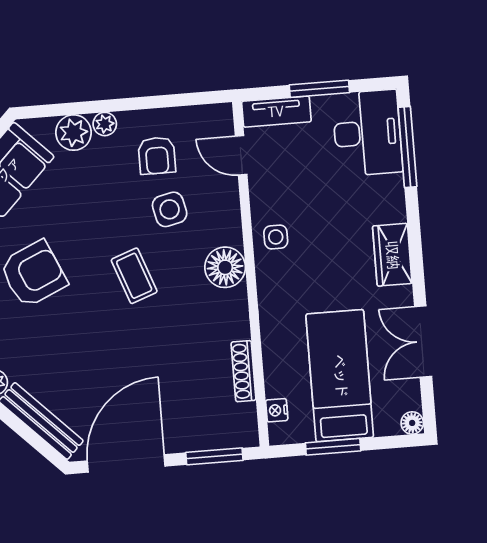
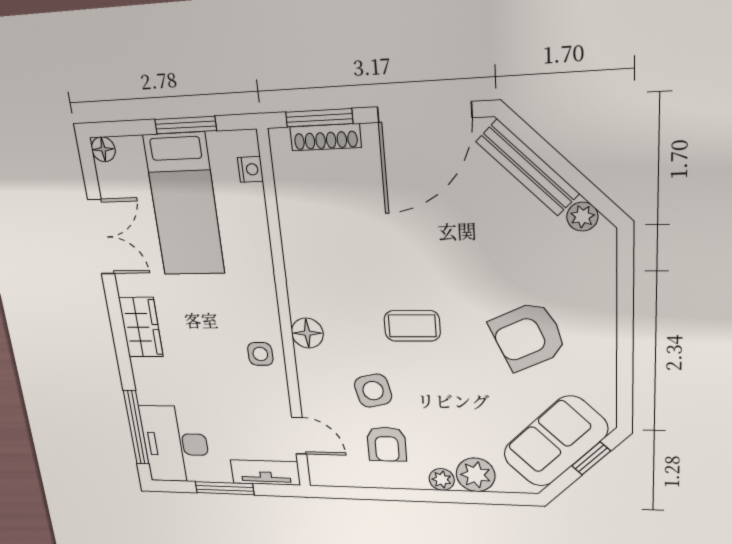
armchair: (157, 156) -> (387, 444), turned 180
floor lamp: (225, 267) -> (307, 333), width x0.73, depth x0.73
coffee table: (134, 276) -> (412, 326), turned -70
shoe rack: (244, 371) -> (326, 137), moved, turned 90

